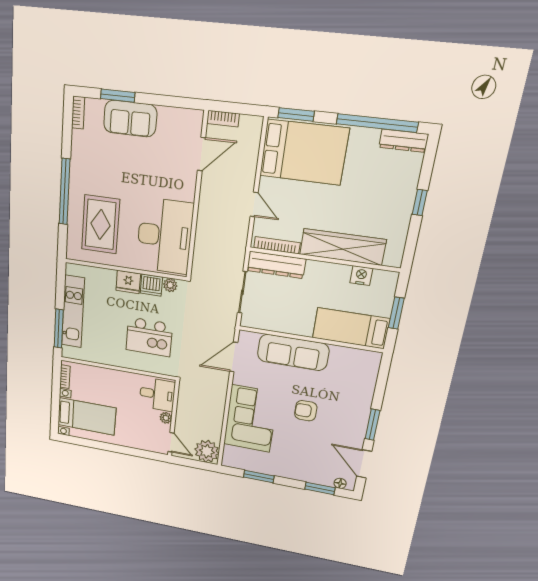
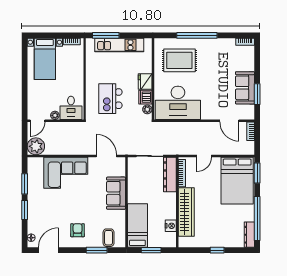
window: (118, 96) -> (257, 94), moved
sofa: (130, 119) -> (245, 88), moved
sofa: (293, 352) -> (116, 193), width x0.73
coffee table: (362, 375) -> (109, 238), added
armchair: (306, 411) -> (78, 230), moved
window: (372, 425) -> (97, 250), moved
window: (320, 488) -> (25, 210), moved

